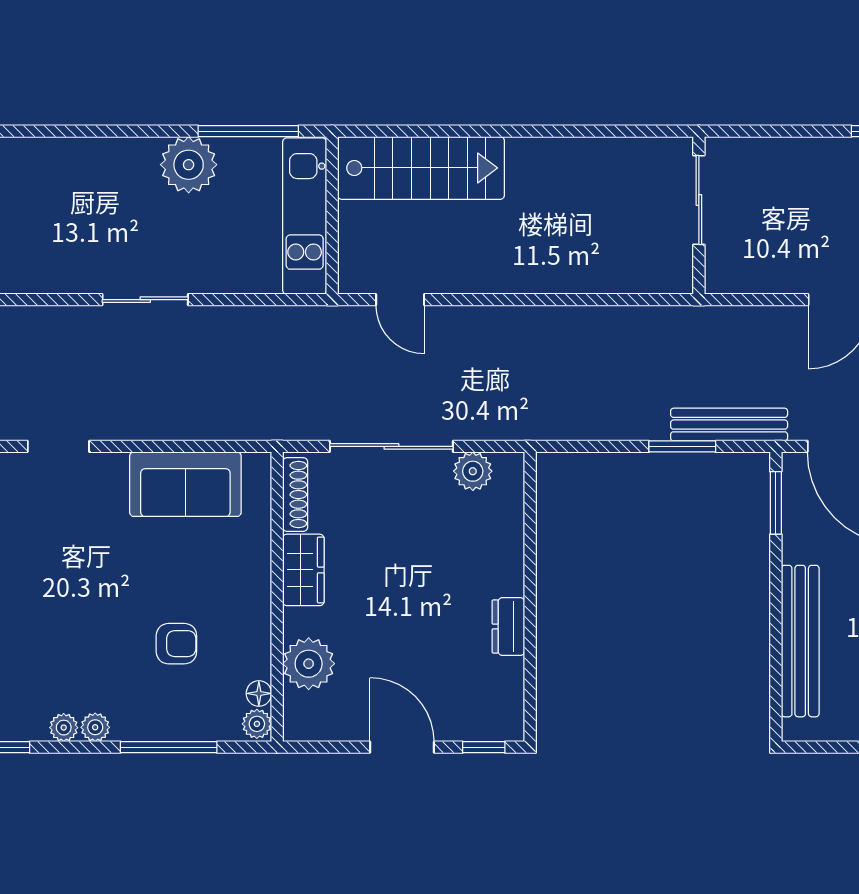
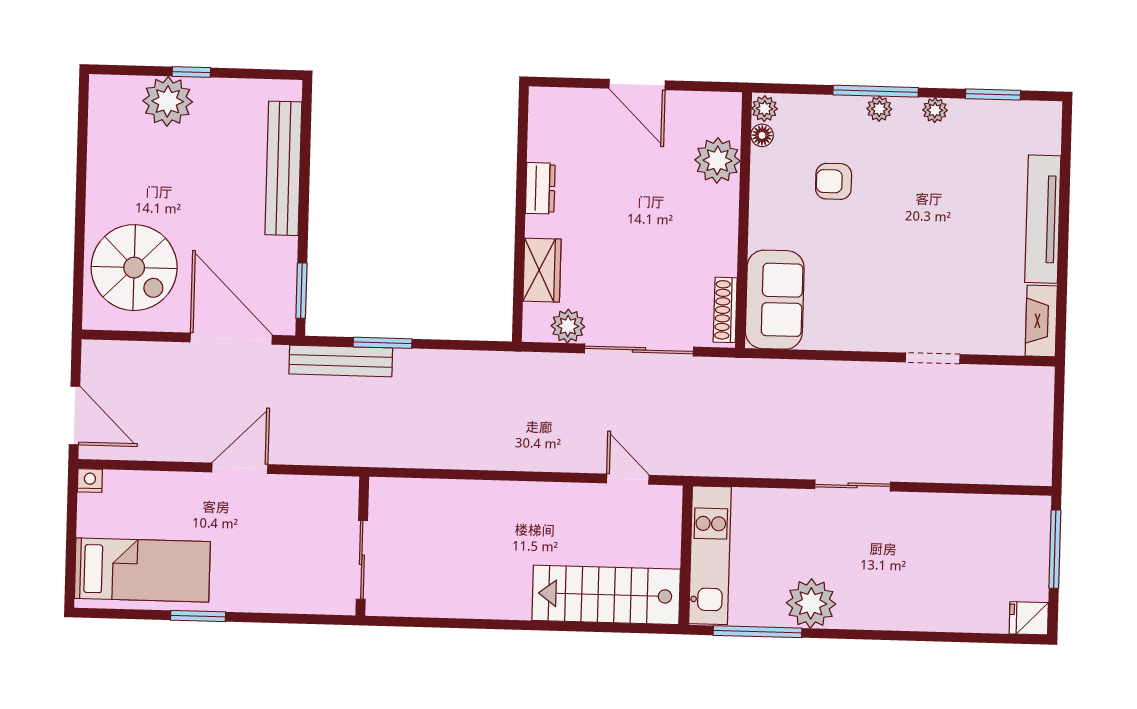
sofa: (185, 484) -> (775, 300), moved, turned 90
wardrobe: (303, 570) -> (542, 270), moved, turned 180
plant: (95, 727) -> (879, 109), moved
window: (169, 747) -> (876, 91), moved
window: (484, 747) -> (565, 82), removed

